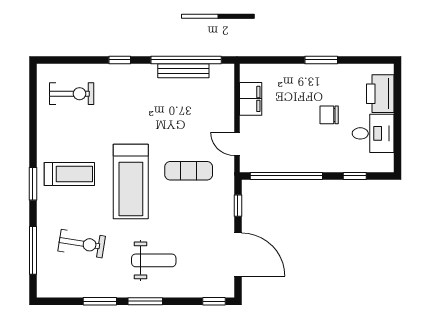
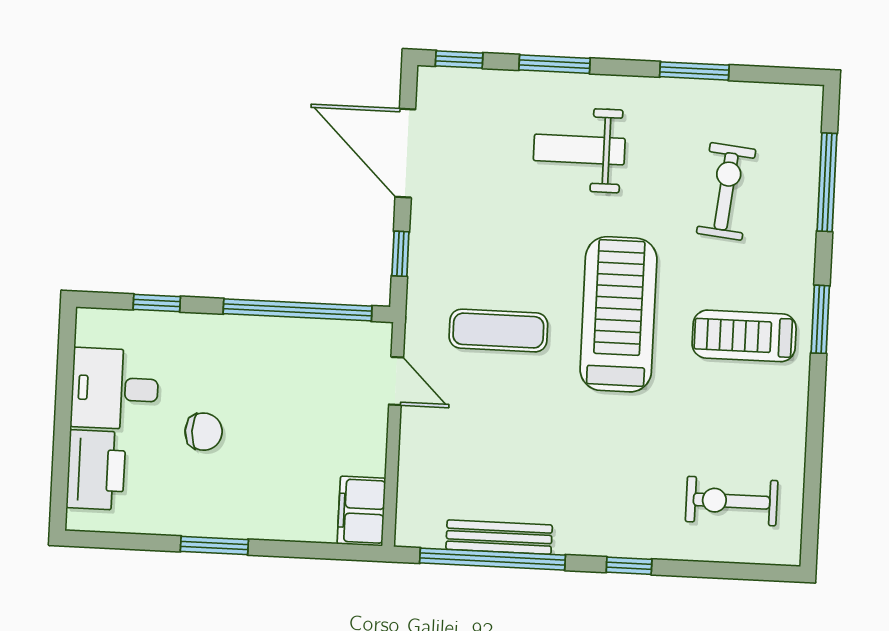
filing cabinet: (251, 99) -> (361, 511), moved
exercise bike: (82, 244) -> (726, 191), turned 87
window: (145, 301) -> (555, 64), moved

